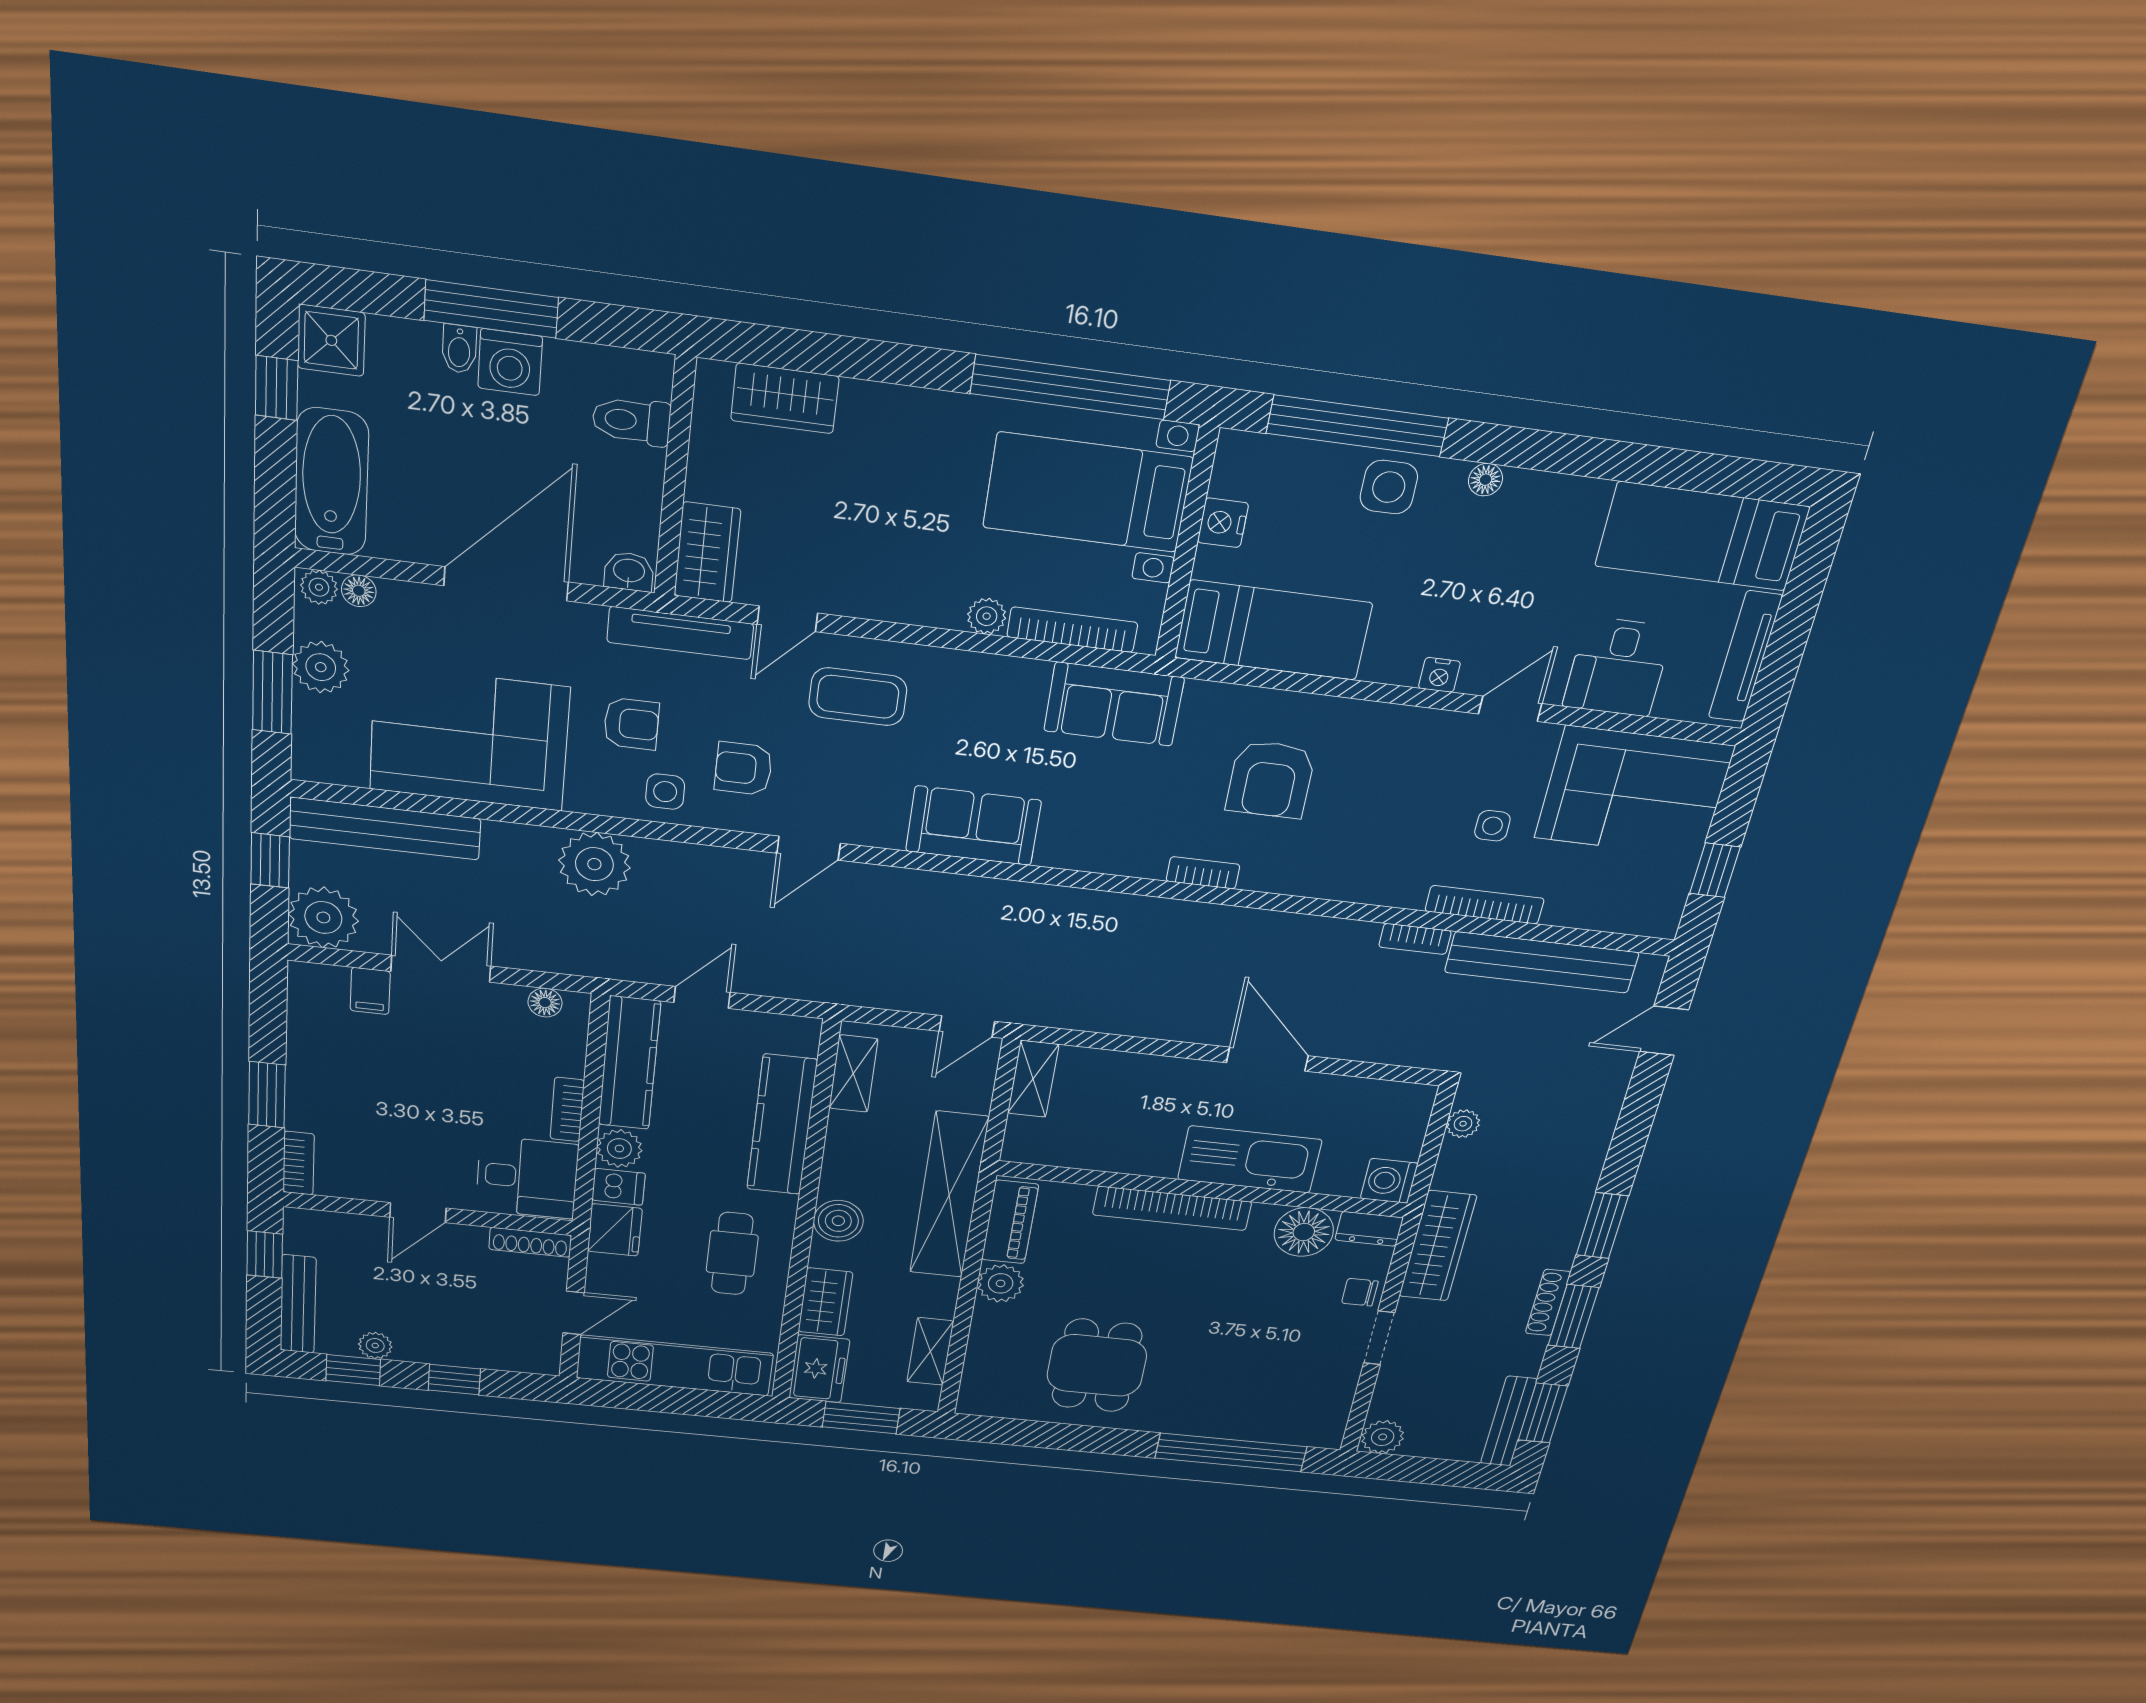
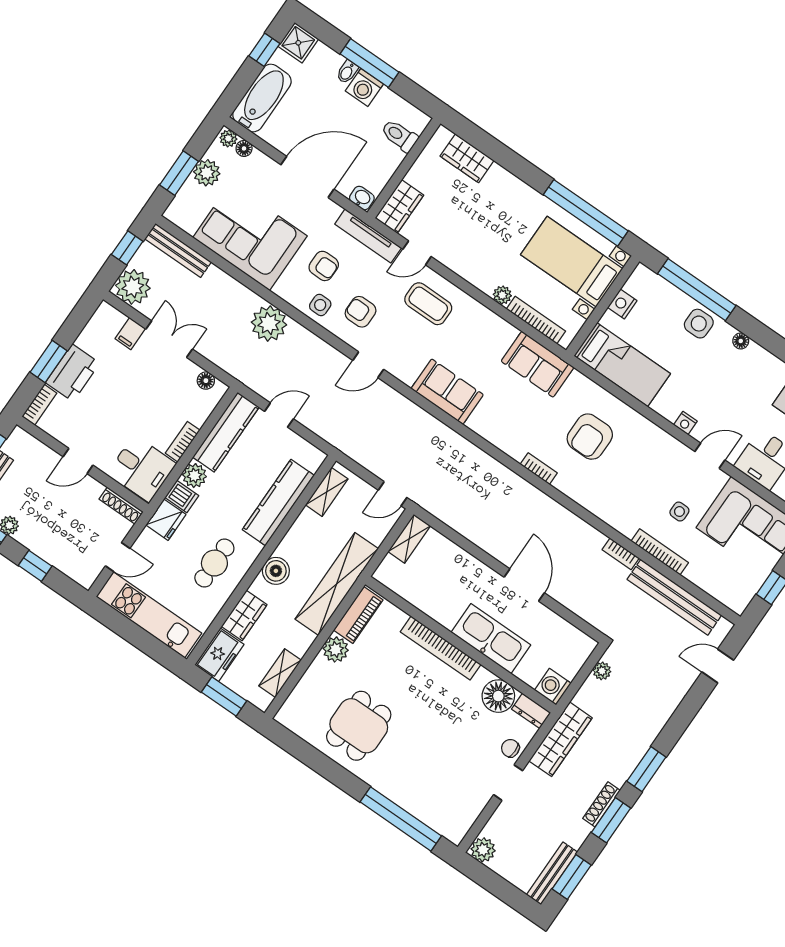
bench: (385, 829) -> (178, 250), width x0.73, depth x0.82
printer: (318, 1093) -> (73, 373), added

